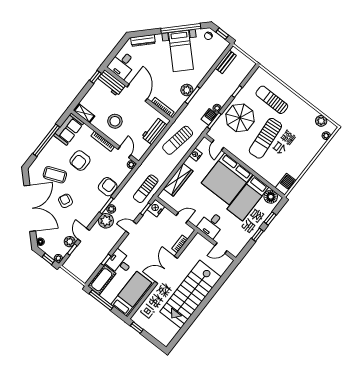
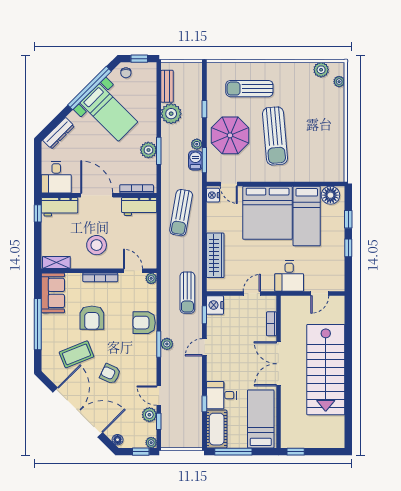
workbench: (154, 131) -> (139, 206), moved, turned -90
nightstand: (196, 155) -> (213, 195), moved
barbecue: (286, 184) -> (336, 169), removed
armchair: (108, 187) -> (144, 323), turned -90
plant: (106, 221) -> (171, 114), moved

